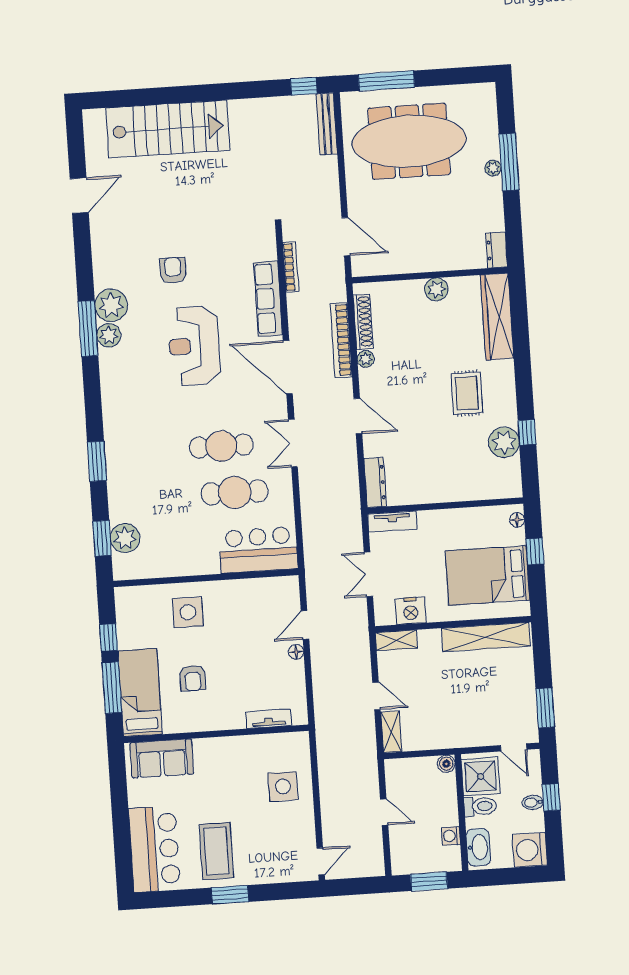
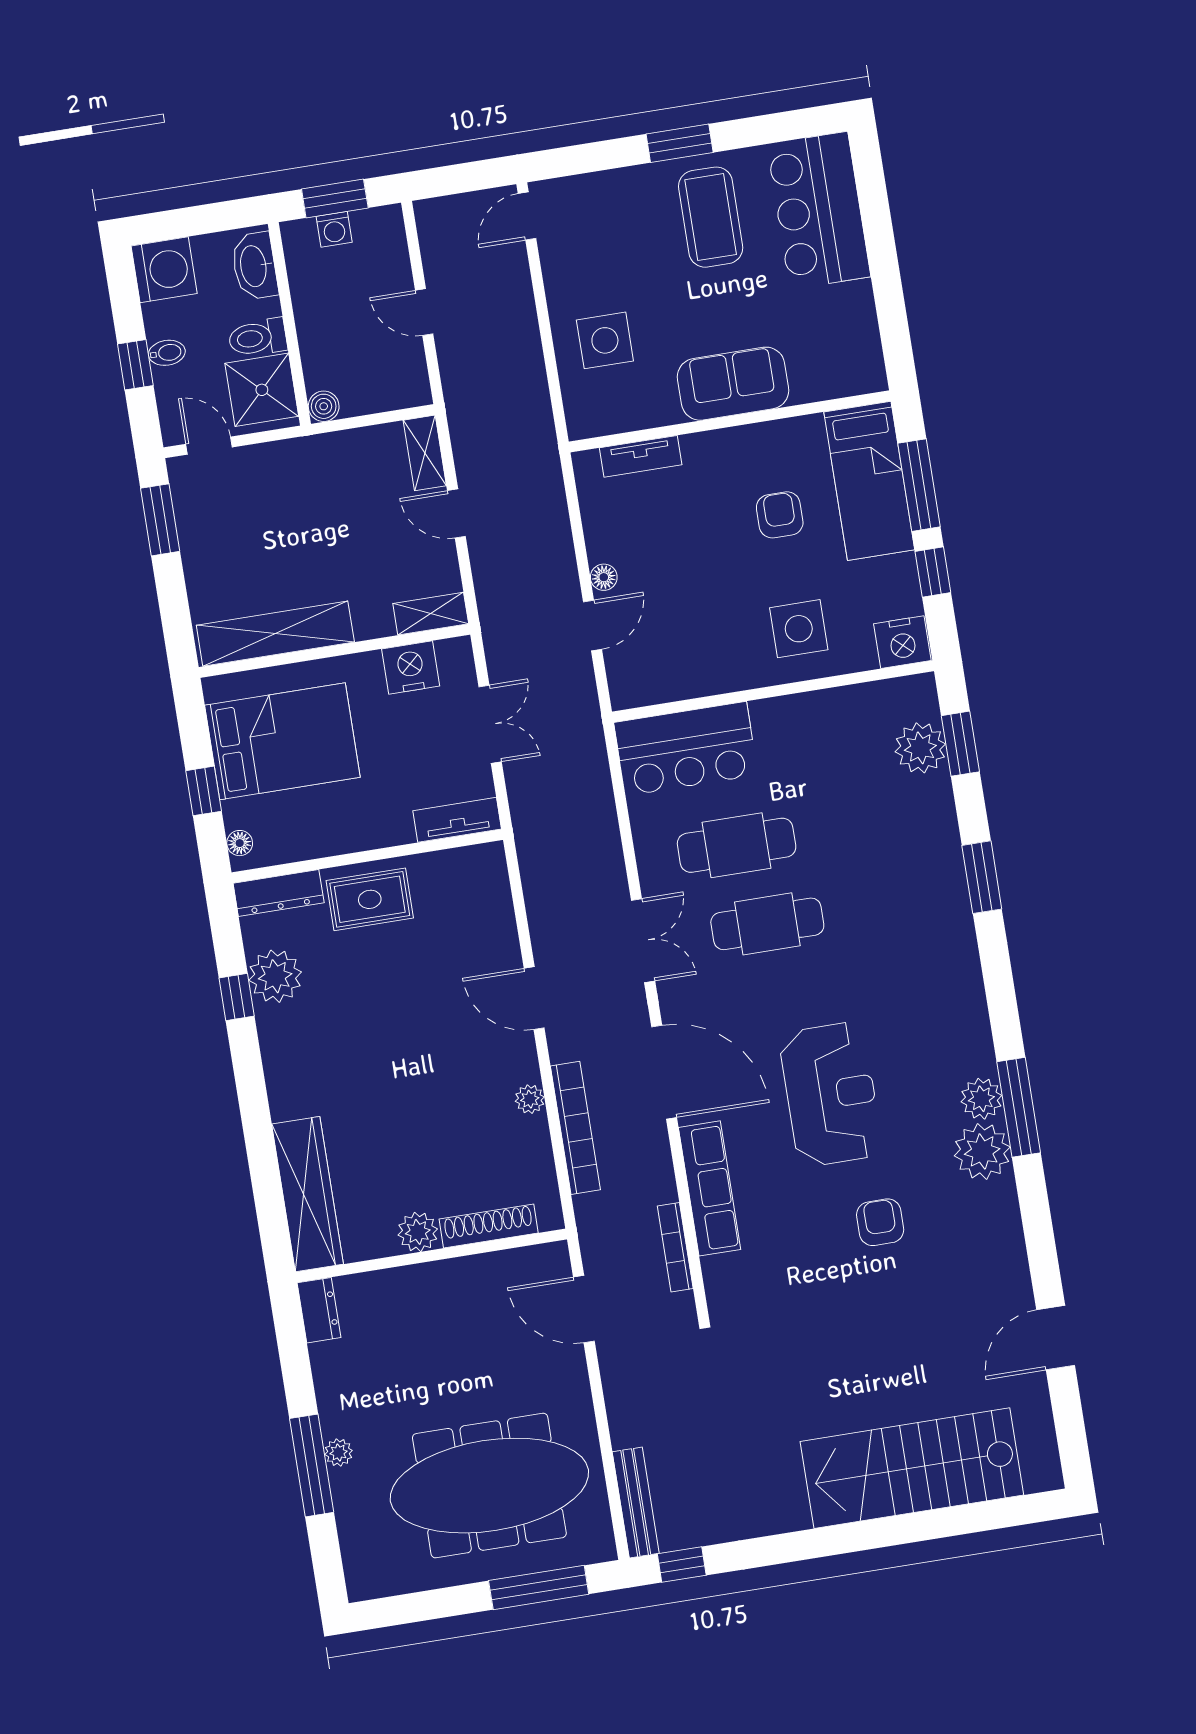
armchair: (173, 270) -> (880, 1222), turned 180
shoe rack: (363, 322) -> (489, 1226), moved, turned 90
rug: (467, 393) -> (370, 899), moved, turned 90
dresser: (375, 482) -> (279, 893), moved, turned -90
nightstand: (130, 599) -> (902, 642), added
sofa: (162, 758) -> (733, 384), moved
washing machine: (451, 836) -> (334, 229), moved, turned 90

